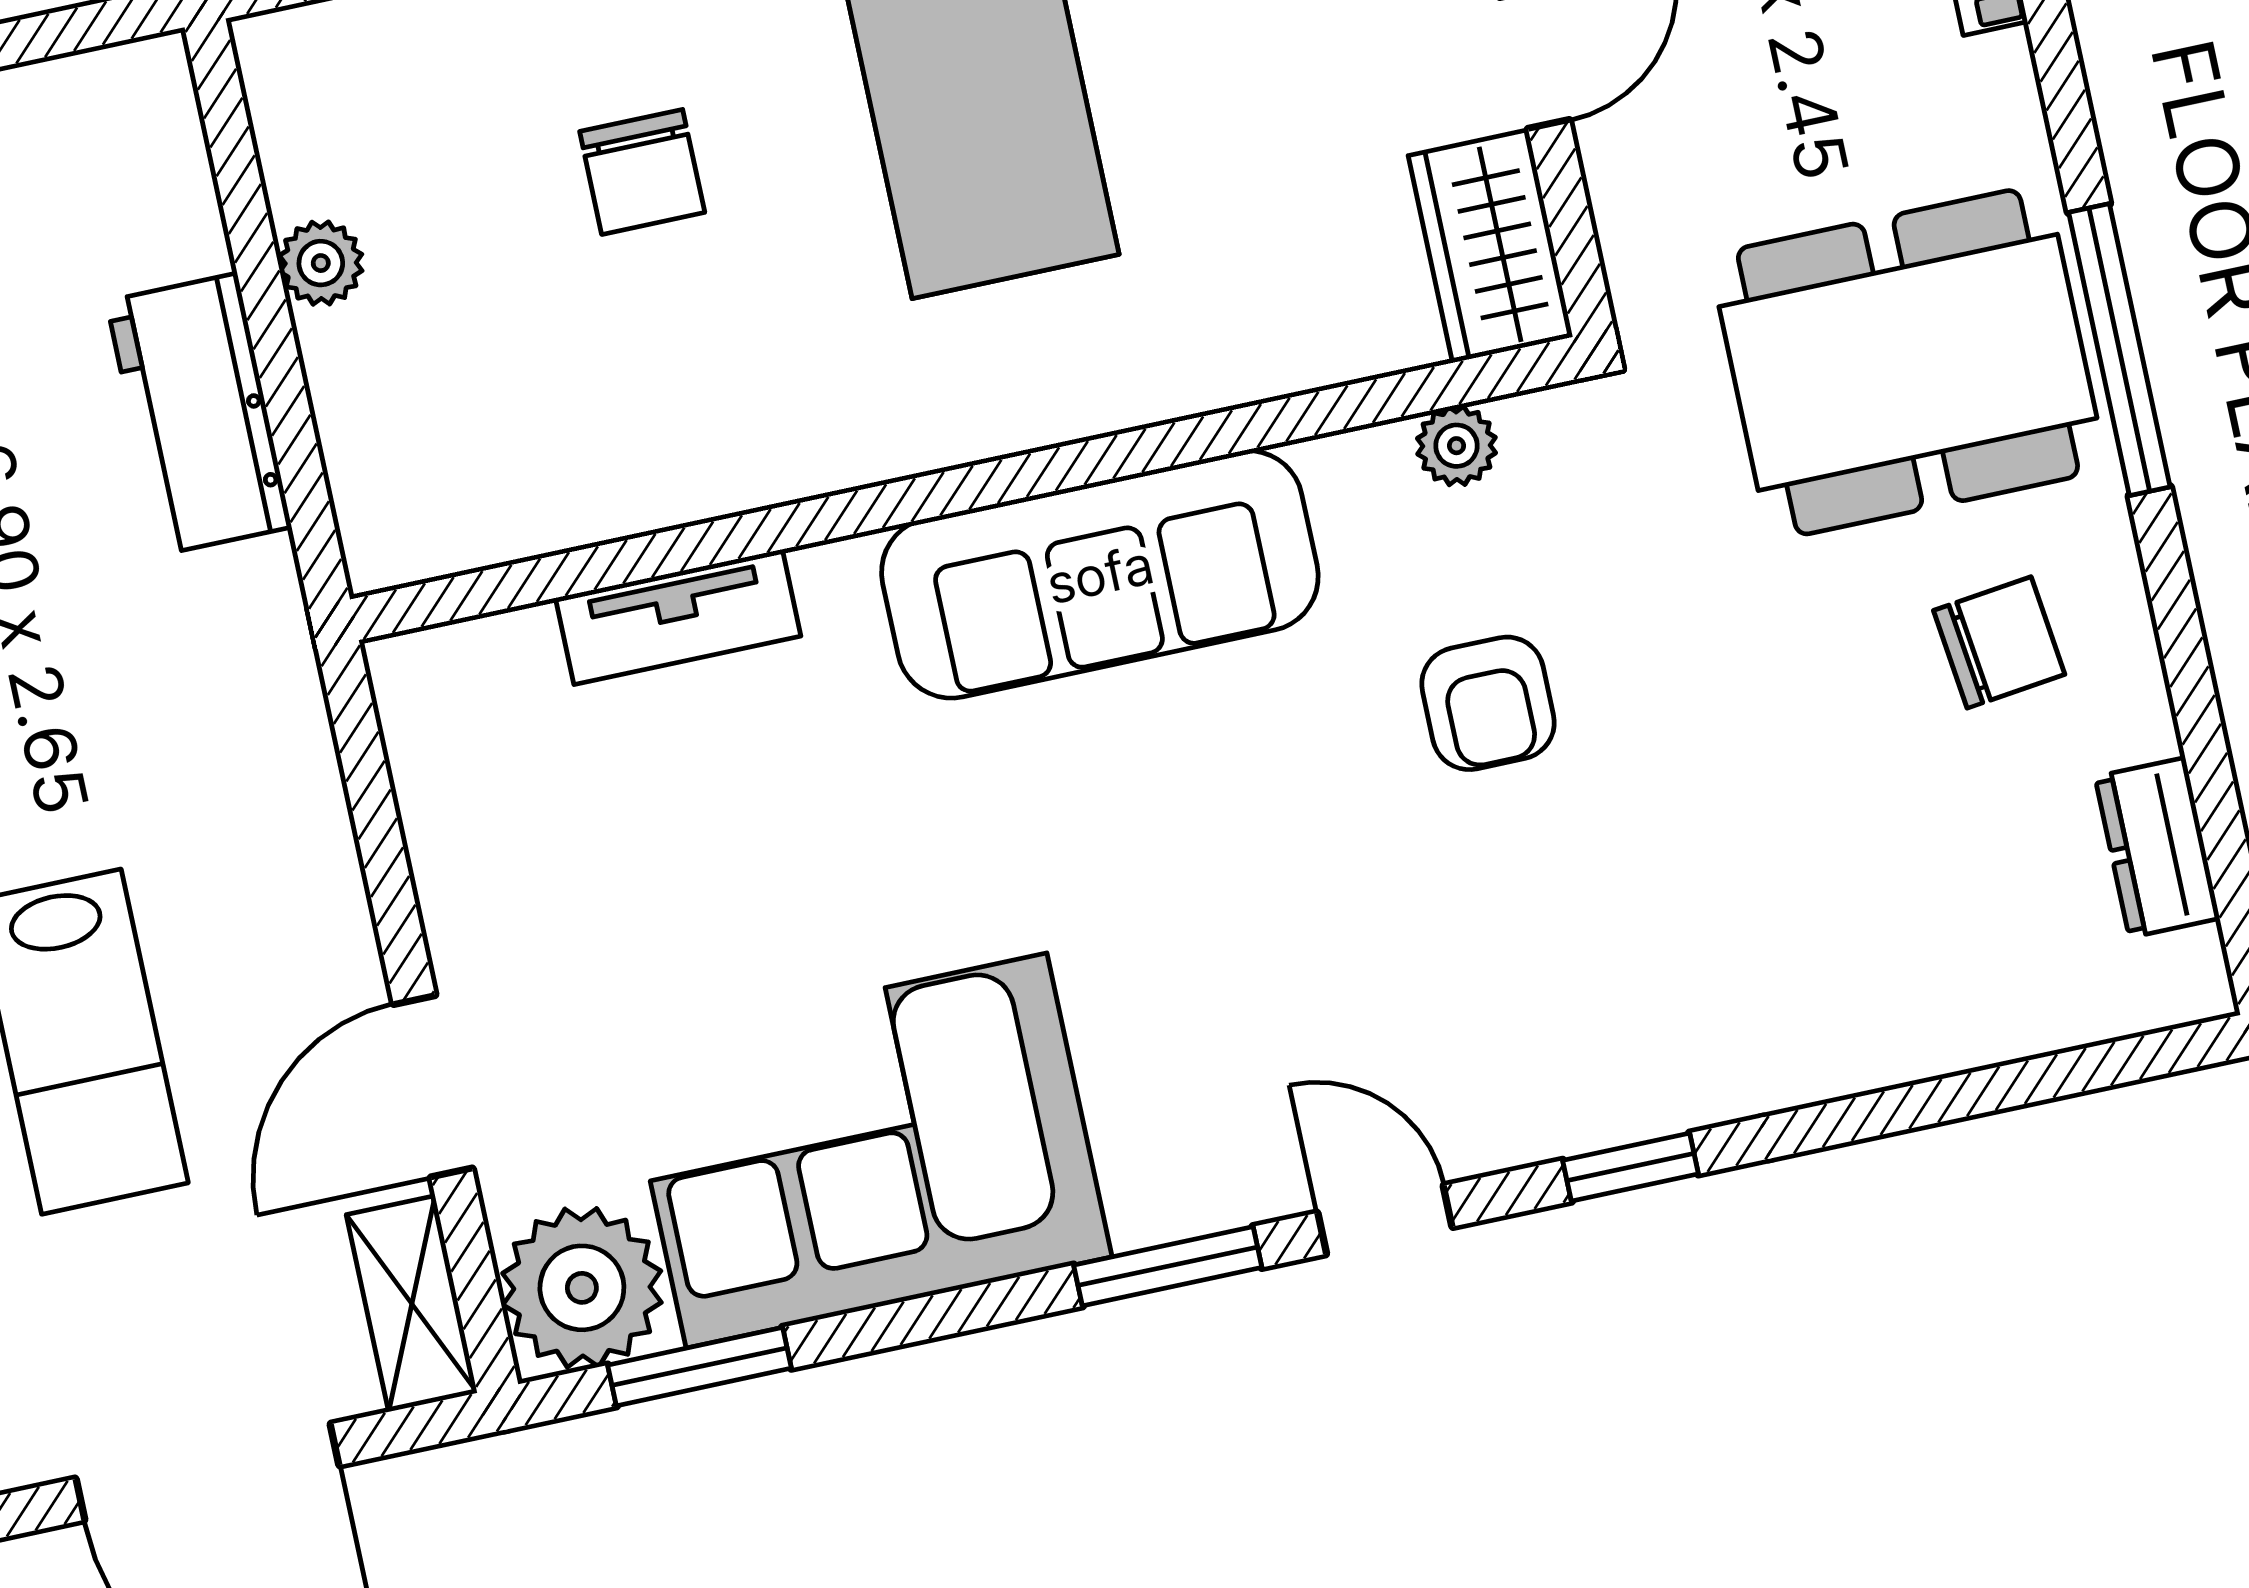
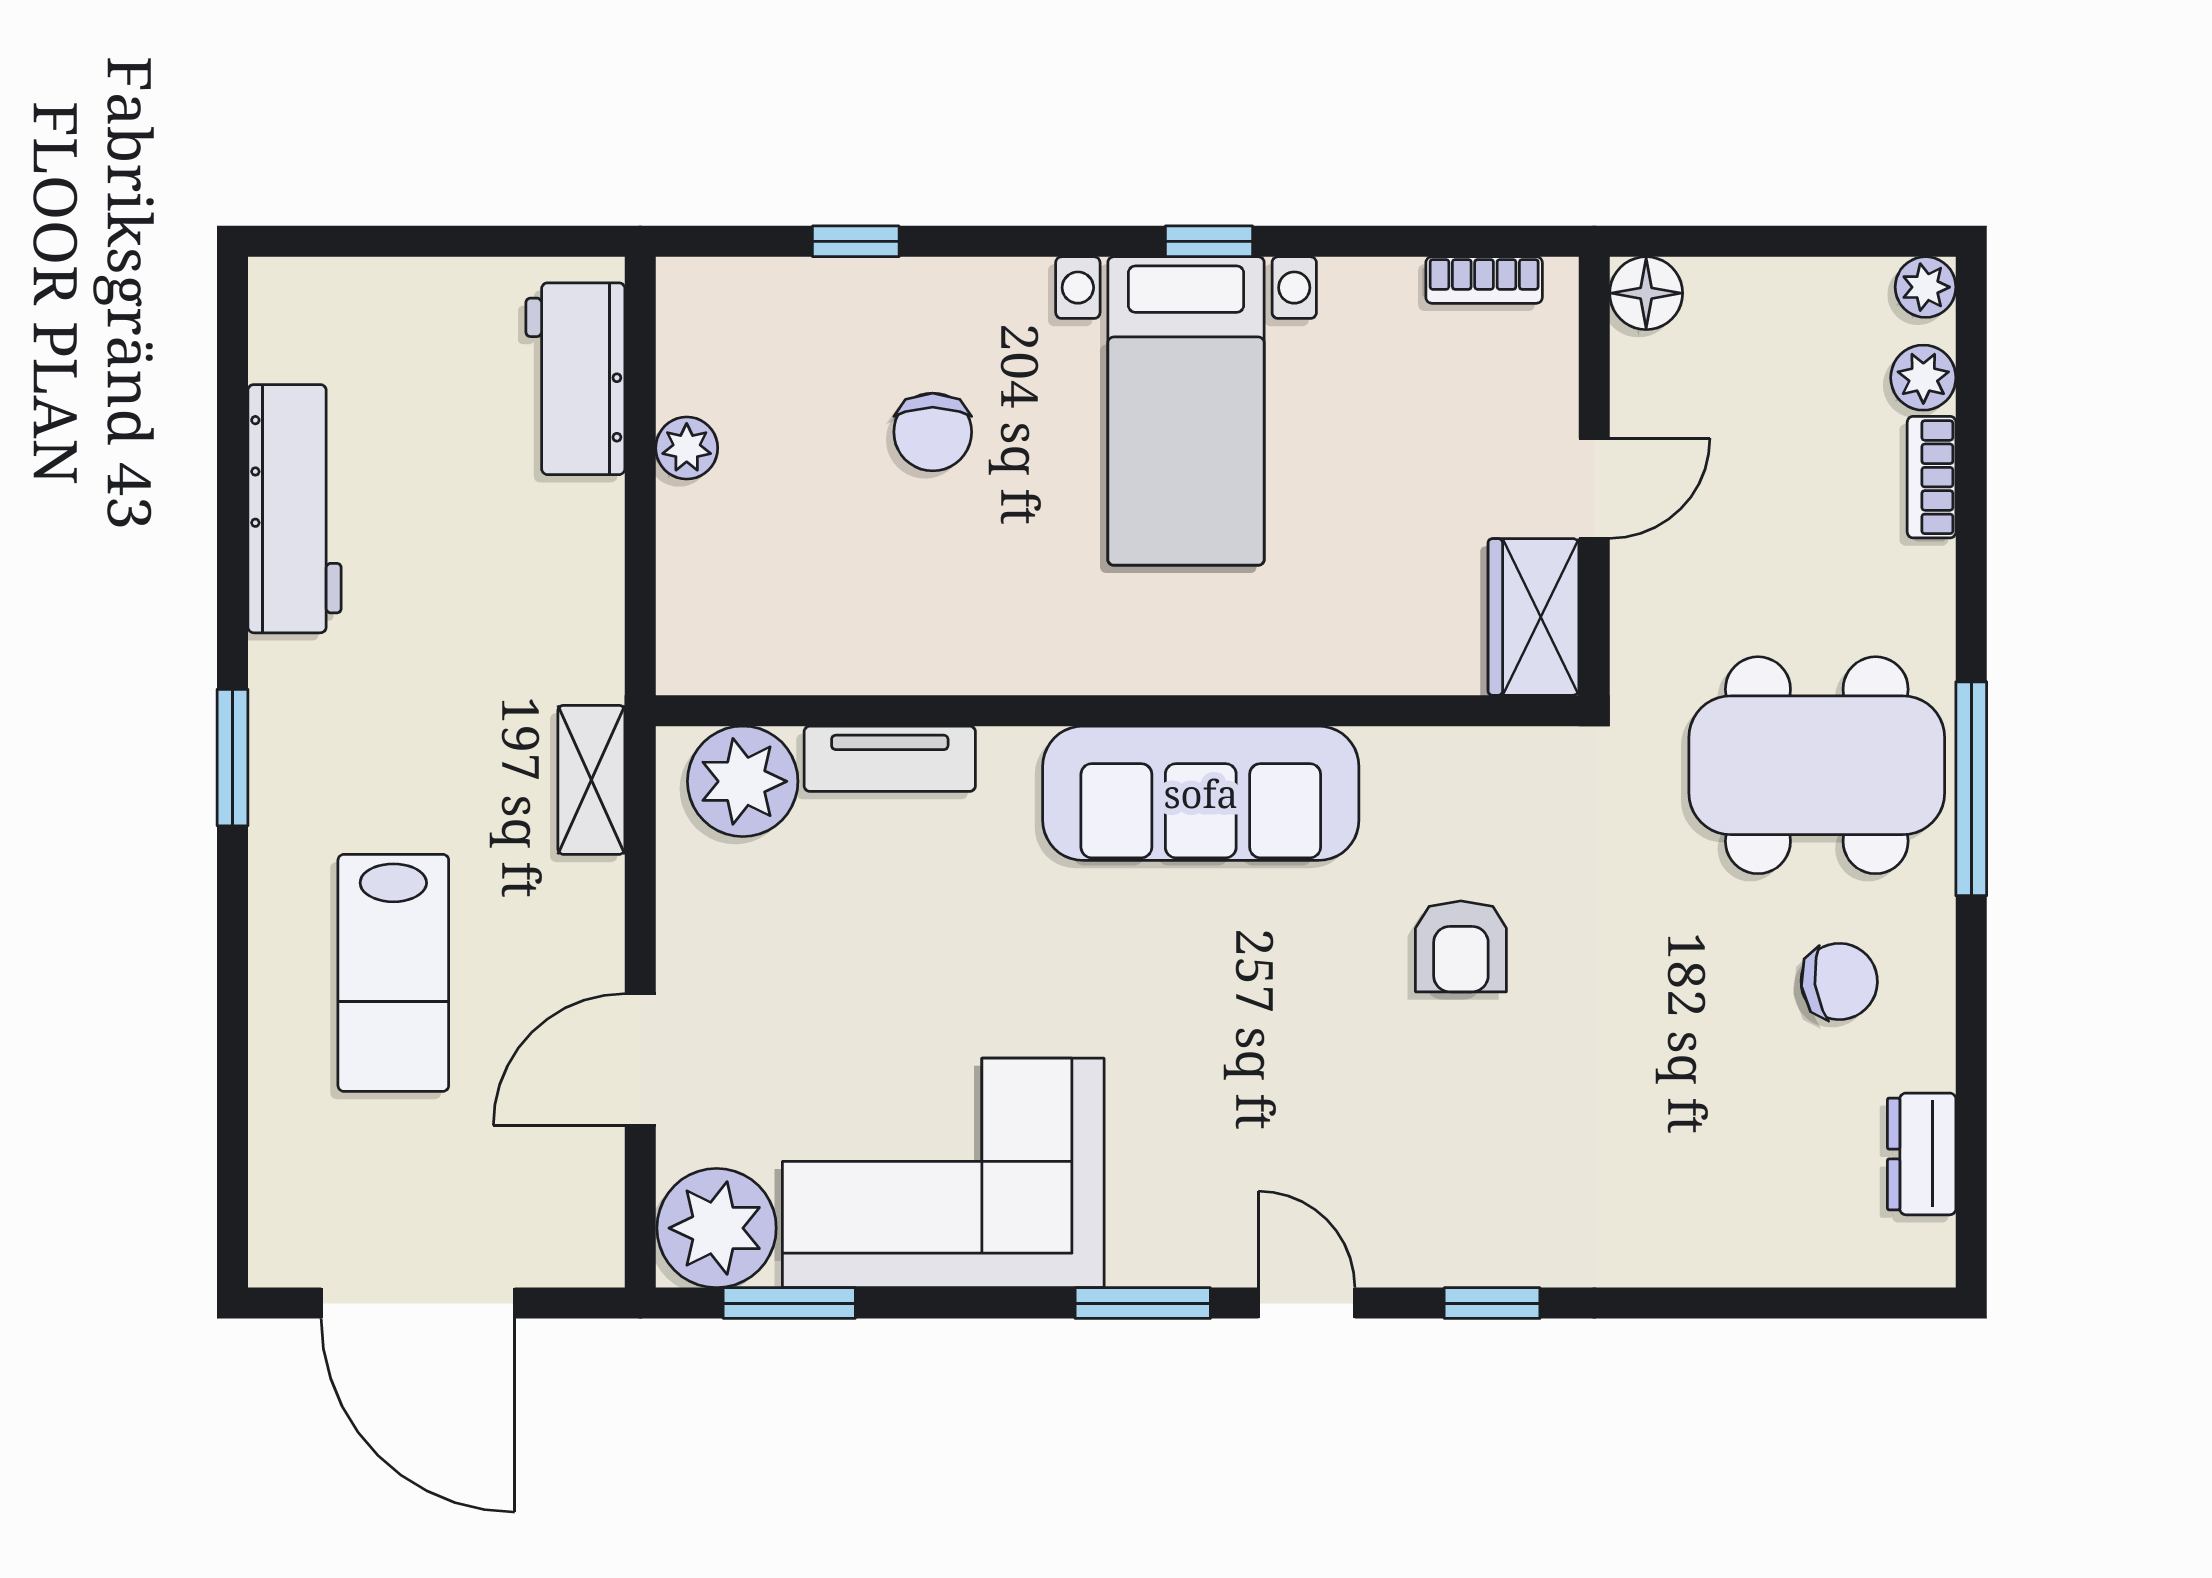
workbench: (199, 414) -> (575, 379), moved
plant: (1457, 446) -> (743, 781), moved, width x1.87, depth x1.87
shelving: (412, 1304) -> (591, 780), moved

